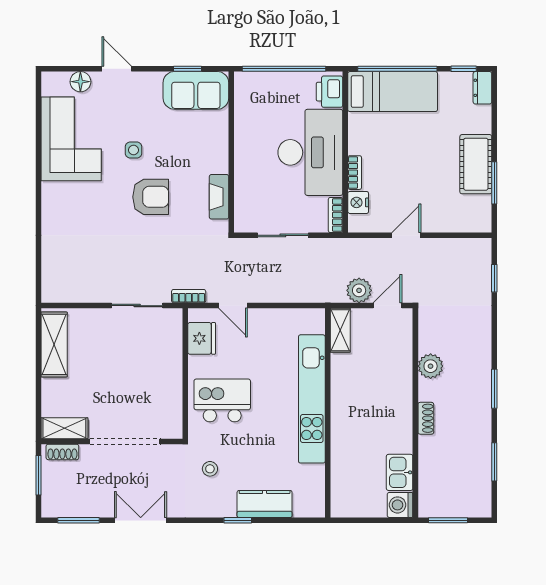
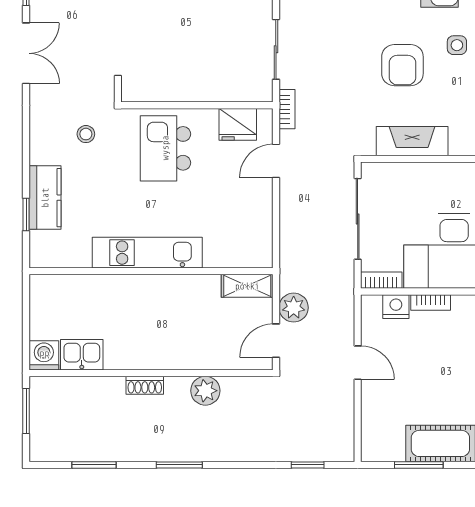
fireplace: (219, 197) -> (412, 141), width x1.37, depth x1.32
sliding door: (283, 235) -> (358, 219), width x1.37
door: (387, 306) -> (276, 341), swing flipped
kitchen unit: (312, 399) -> (147, 253), width x0.73
kitchen island: (222, 400) -> (165, 148), turned 180
window: (238, 520) -> (26, 215), moved

